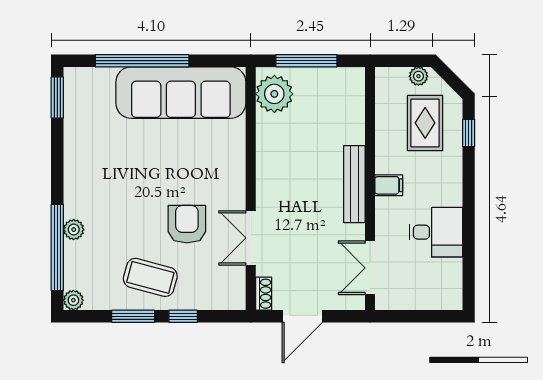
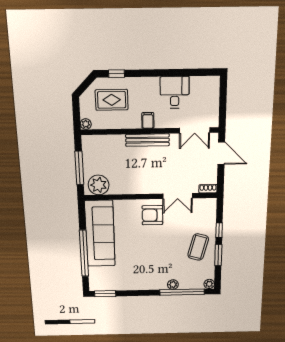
plant: (418, 76) -> (86, 124), moved
armchair: (187, 224) -> (152, 215), moved
door: (302, 316) -> (221, 153), moved

